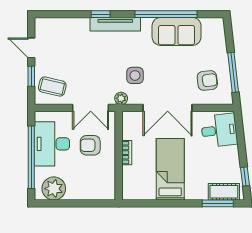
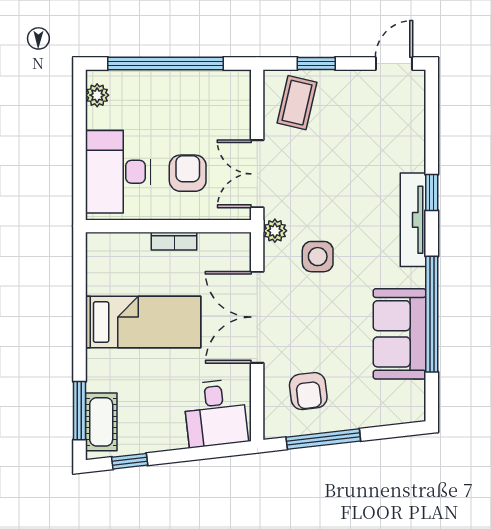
door: (31, 48) -> (394, 63), moved
desk: (52, 144) -> (118, 172), moved, turned -90
plant: (54, 189) -> (97, 95), width x0.53, depth x0.53

